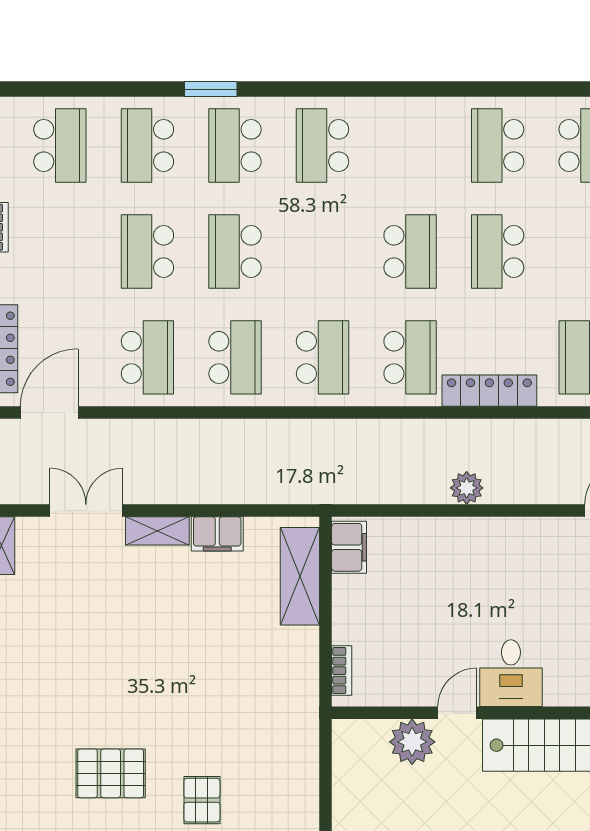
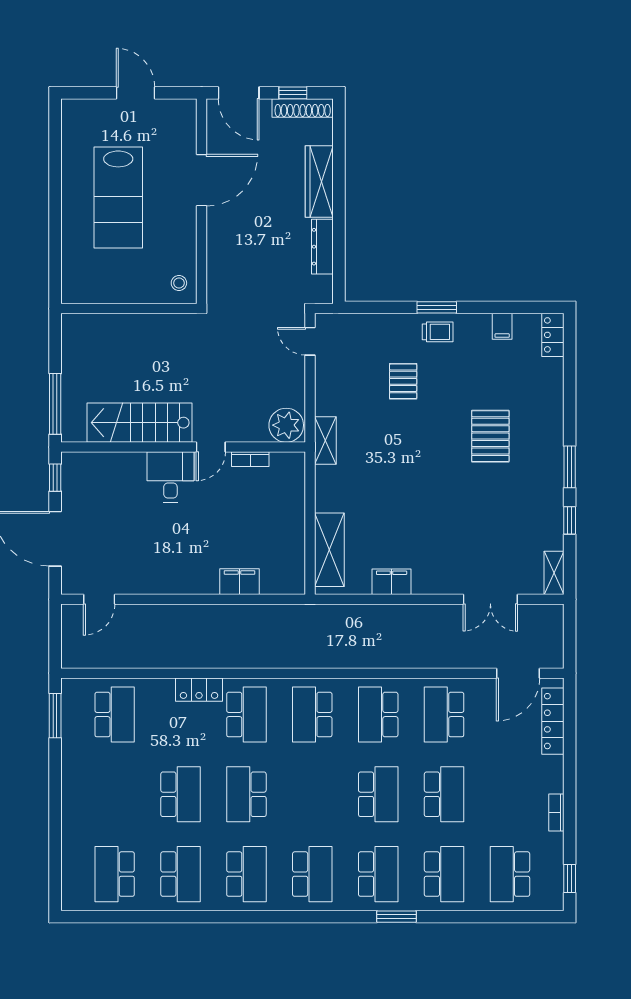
school desk: (410, 145) -> (246, 874), added
school desk: (410, 357) -> (246, 715), turned 180
locker: (489, 391) -> (199, 690), width x0.66
plant: (467, 488) -> (204, 616), removed
shelving: (157, 531) -> (325, 441), moved, turned 90
filing cabinet: (349, 547) -> (239, 582), moved, turned 90
bookcase: (342, 671) -> (250, 459), moved, turned -90
plant: (412, 742) -> (286, 425), moved
pallet: (111, 773) -> (490, 436), moved, turned 90

